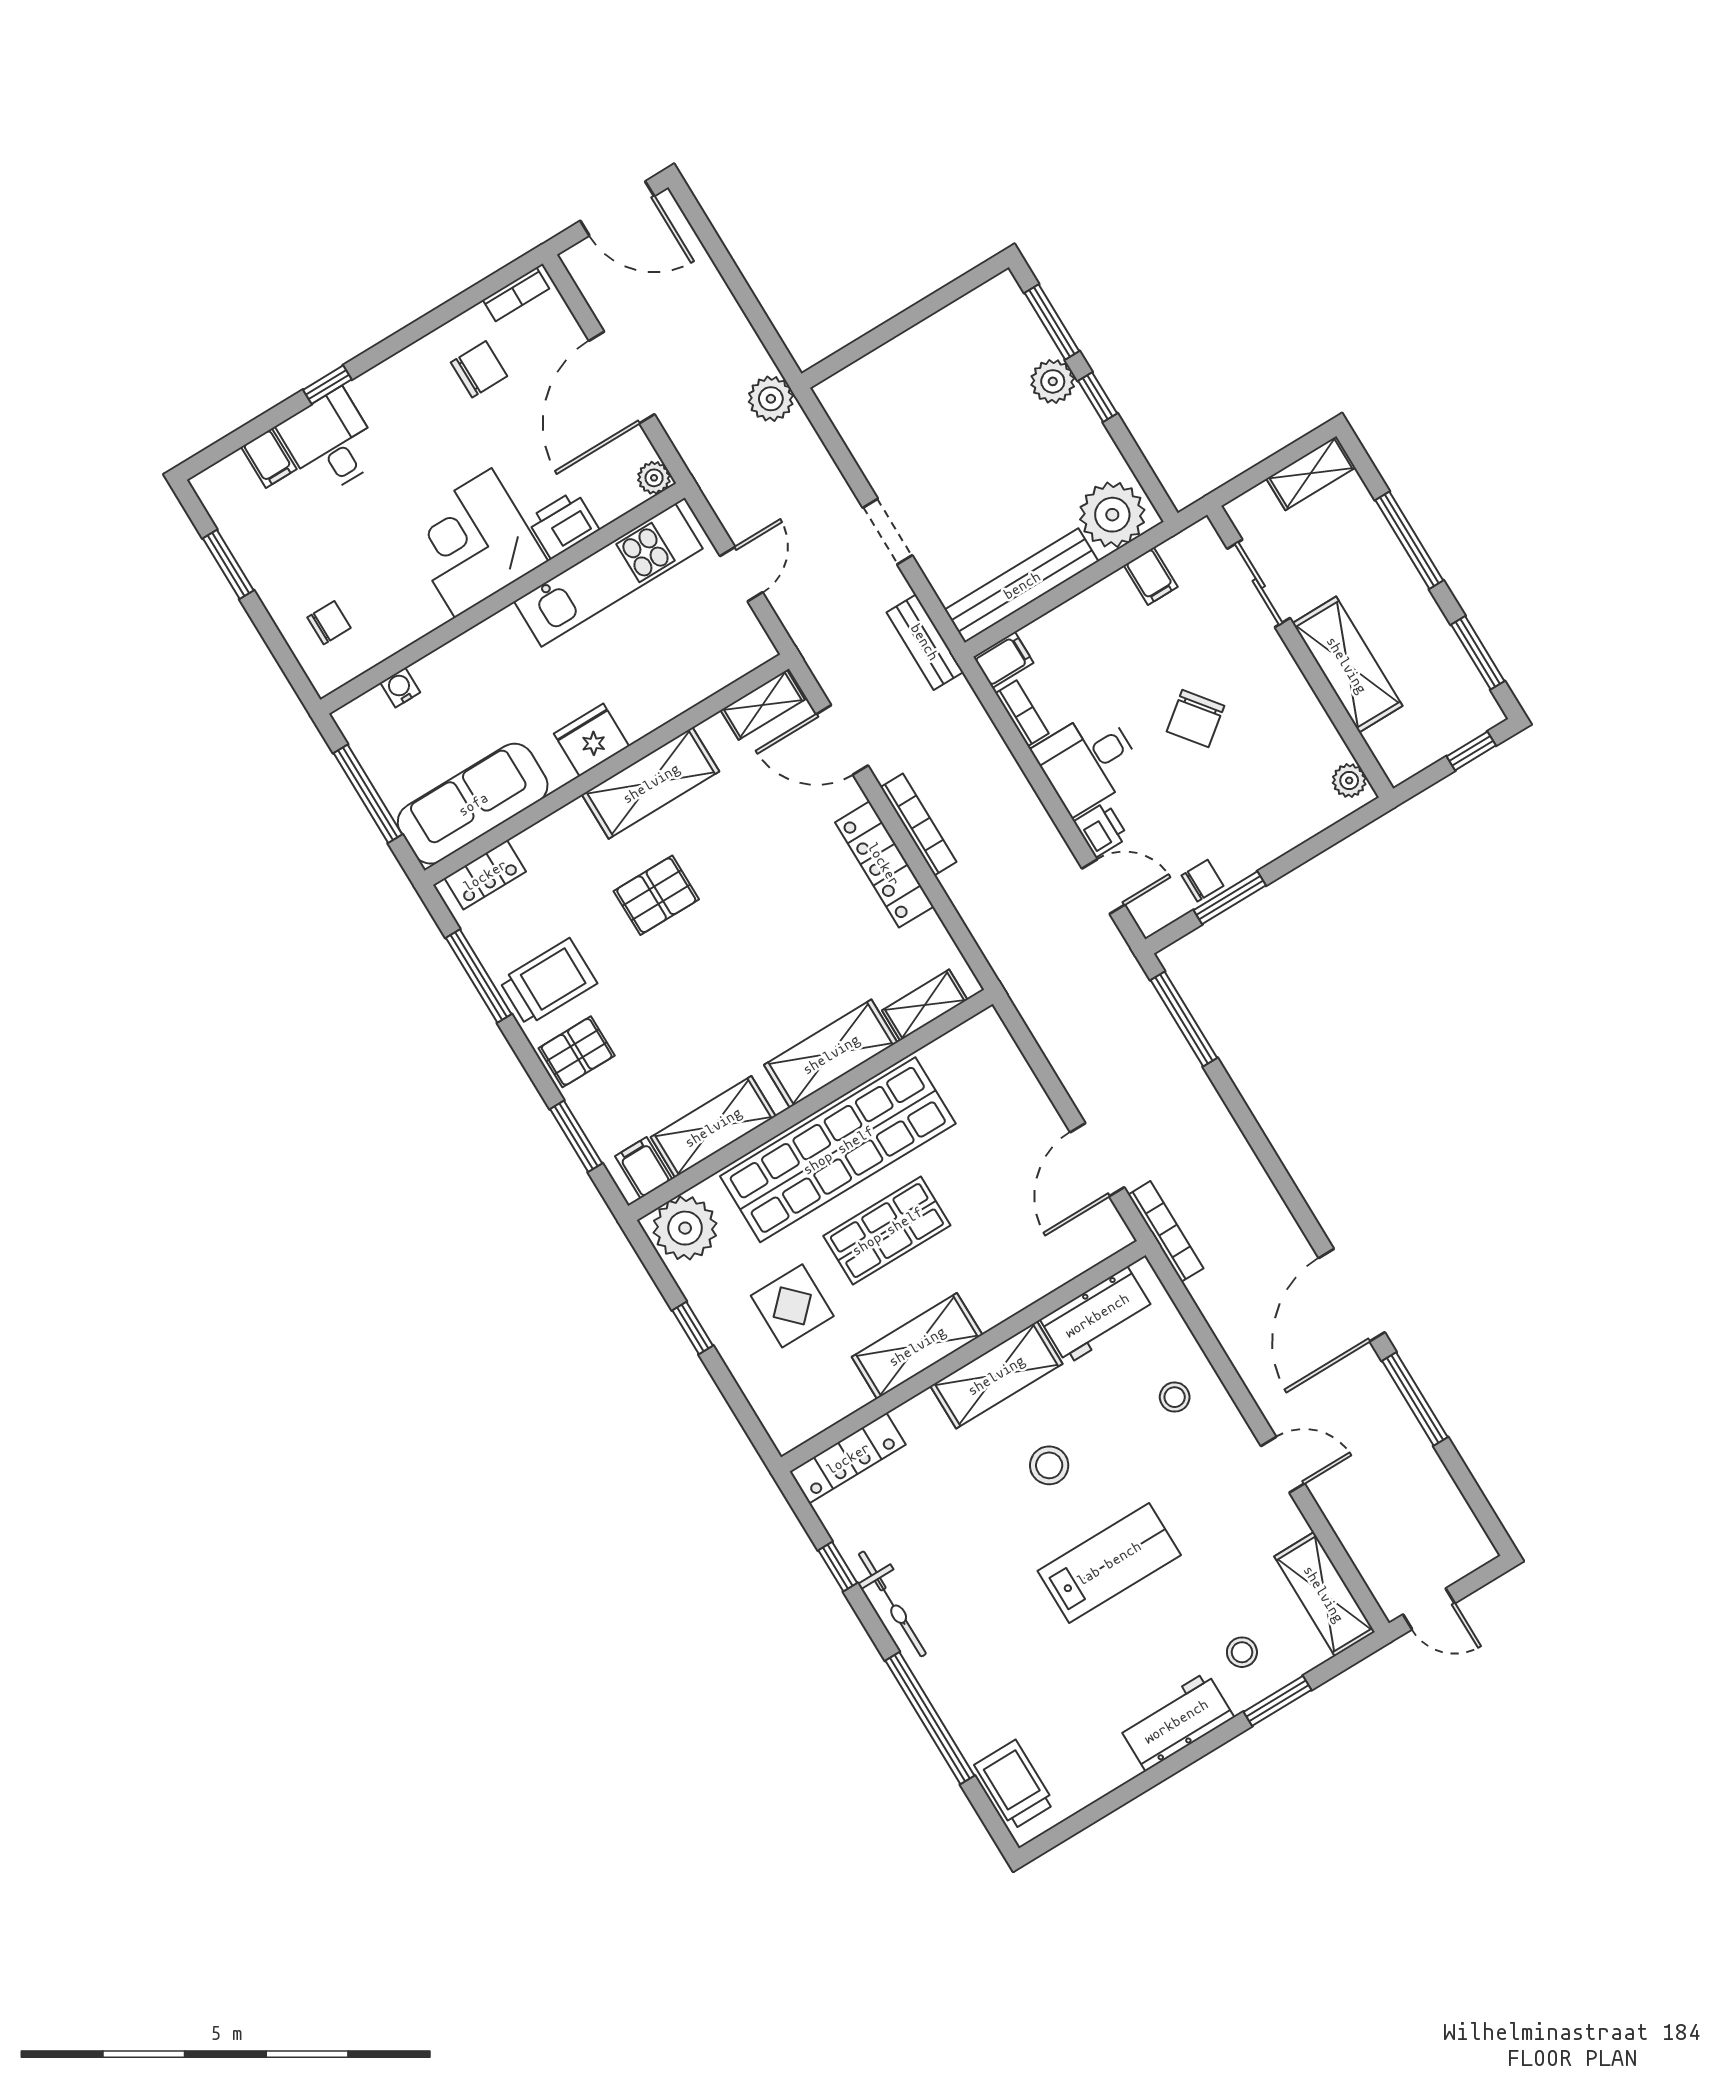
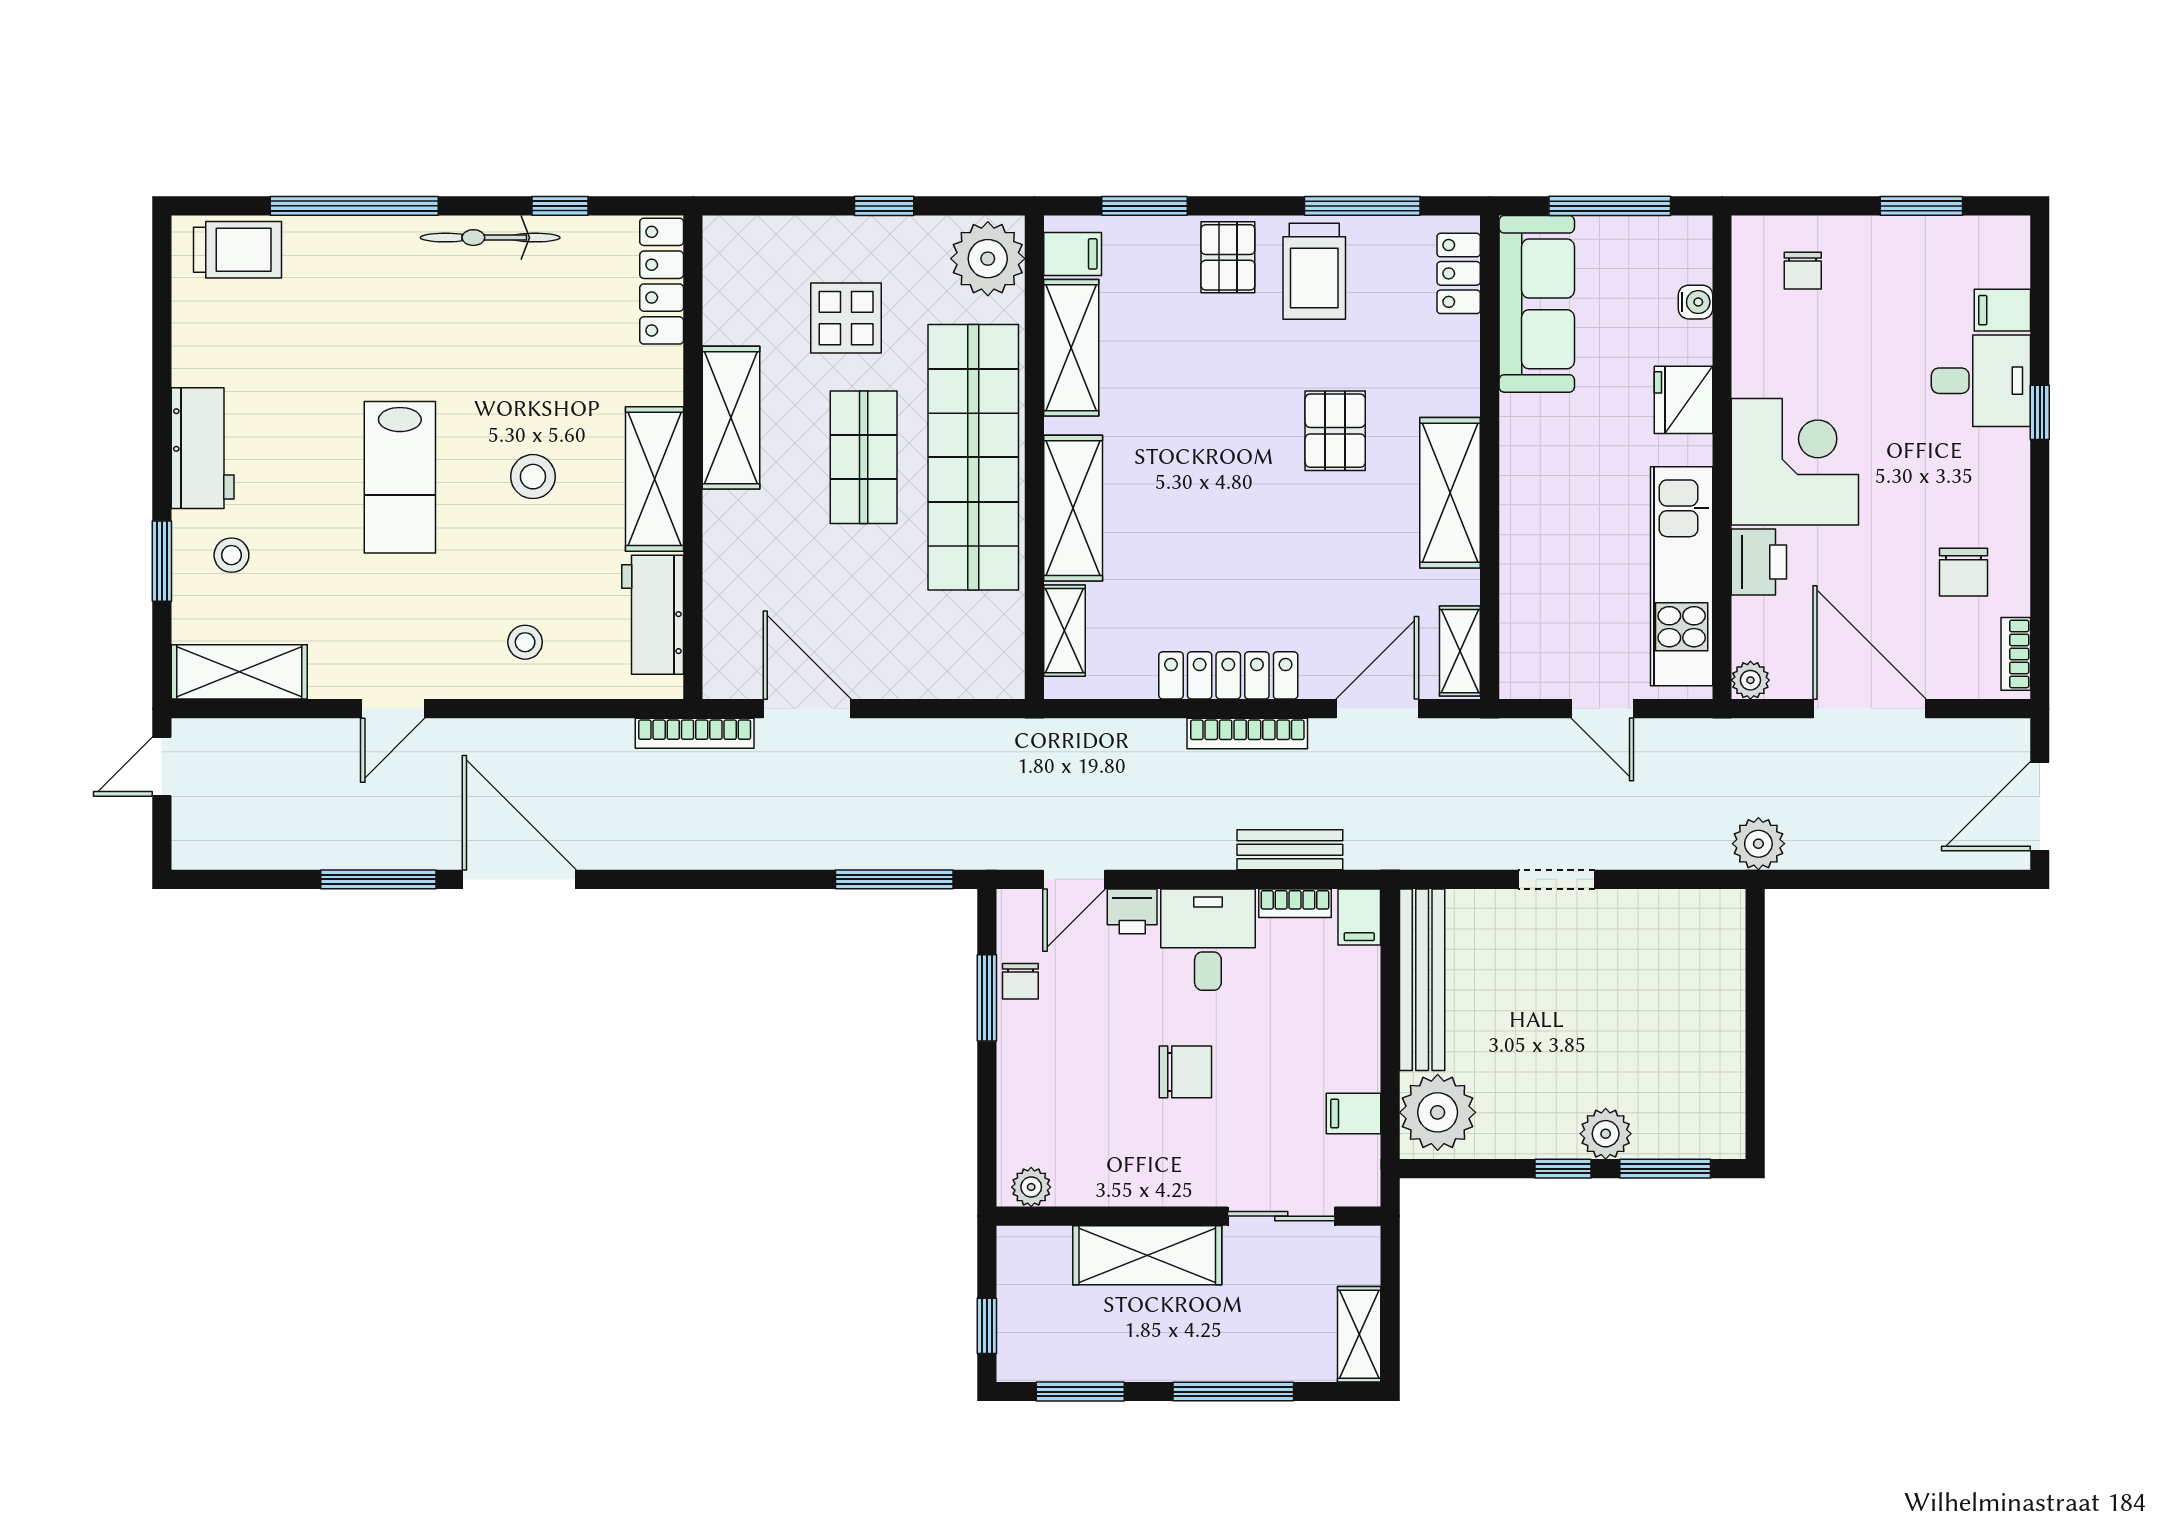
bench: (925, 642) -> (1290, 850), moved
chair: (1195, 719) -> (1185, 1072), turned 128
fridge: (592, 740) -> (1683, 400), moved, turned 180

